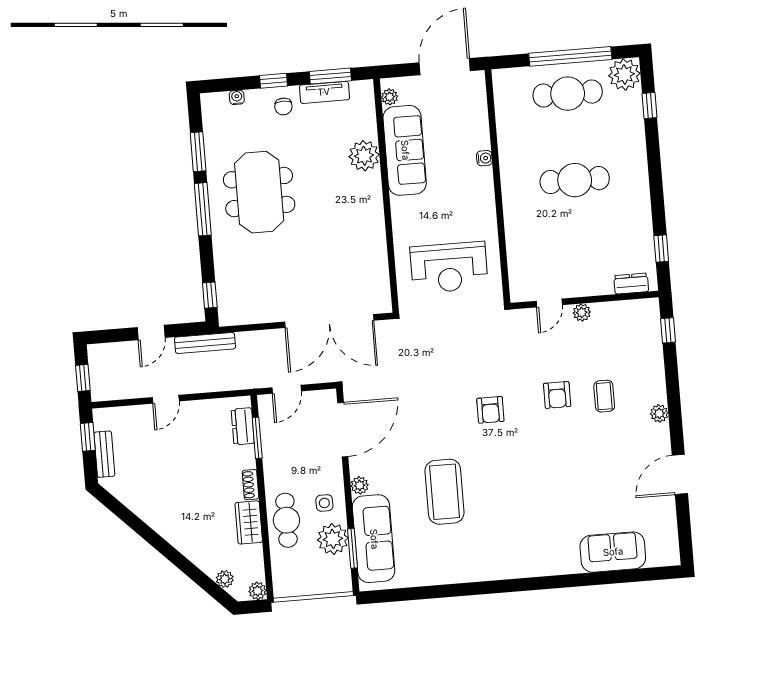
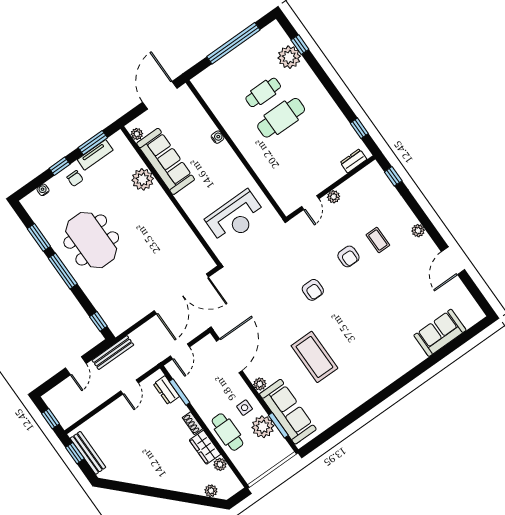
plant: (624, 74) -> (289, 57), moved
cafe table: (568, 94) -> (263, 92), moved, width x0.73, depth x0.74
door: (166, 399) -> (130, 387), moved
bench: (104, 454) -> (88, 453), width x1.36
plant: (257, 591) -> (220, 464), moved

